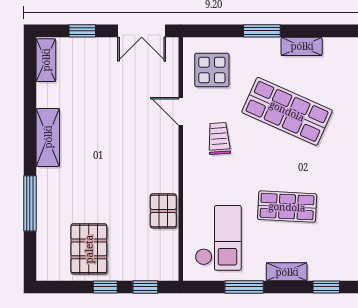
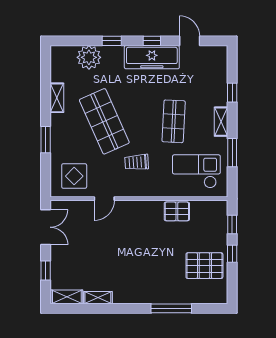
shelving: (302, 46) -> (57, 98), moved
shop shelf: (287, 111) -> (104, 121), turned -48
shelving: (48, 137) -> (98, 298), moved, width x0.67, depth x0.75
trolley: (219, 138) -> (137, 162), moved

